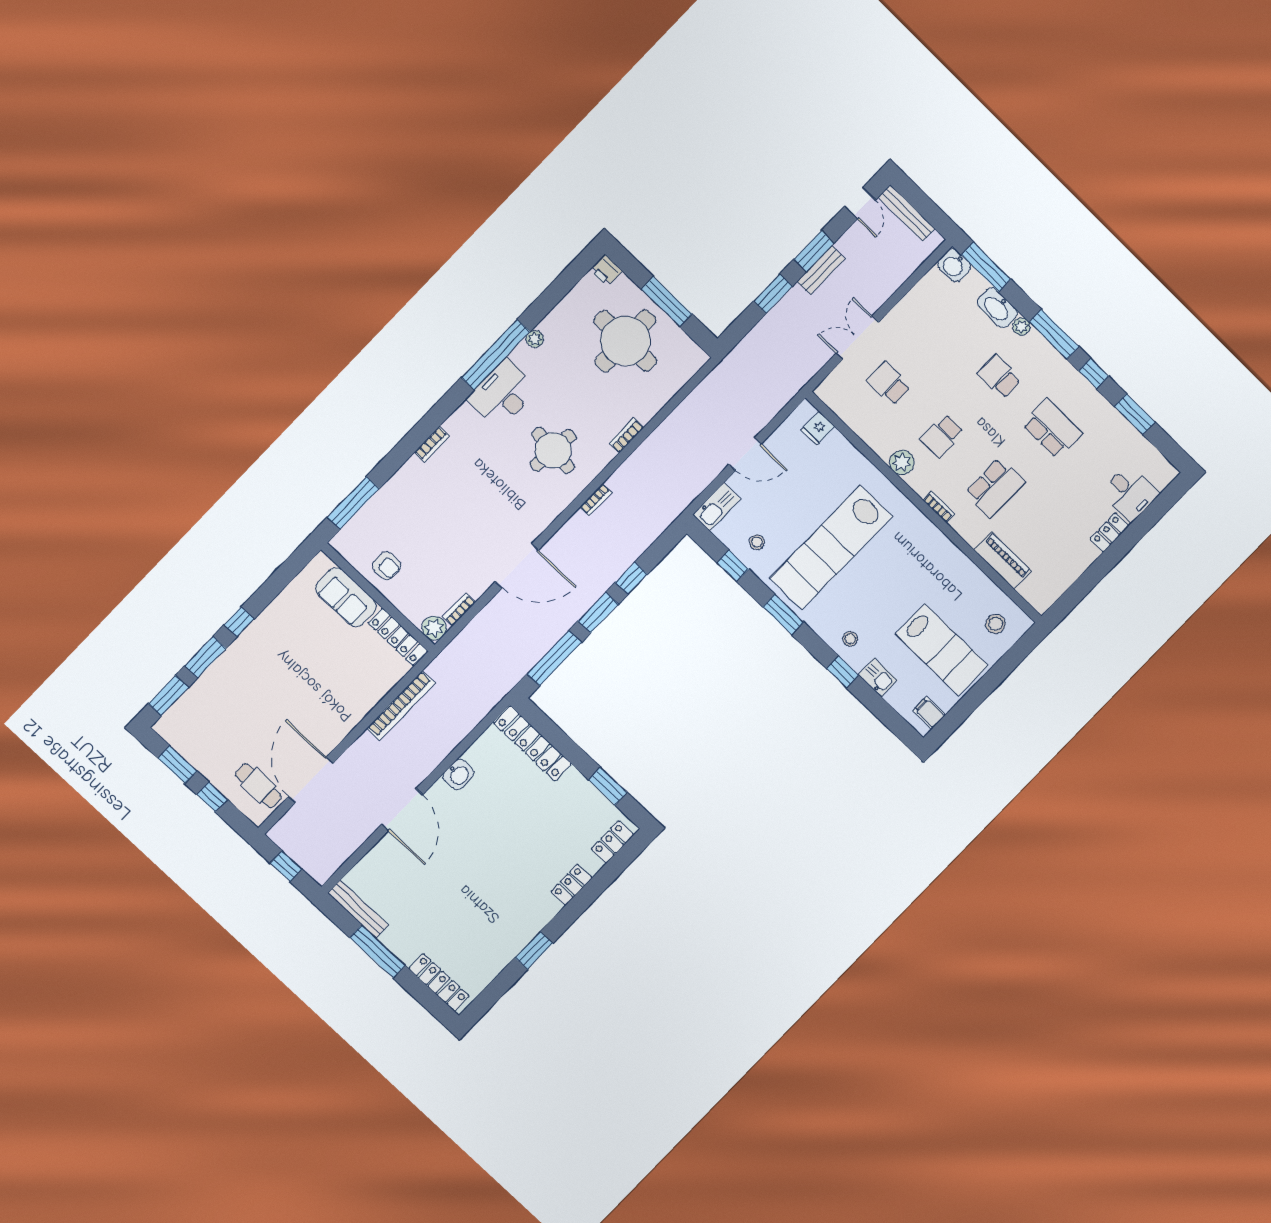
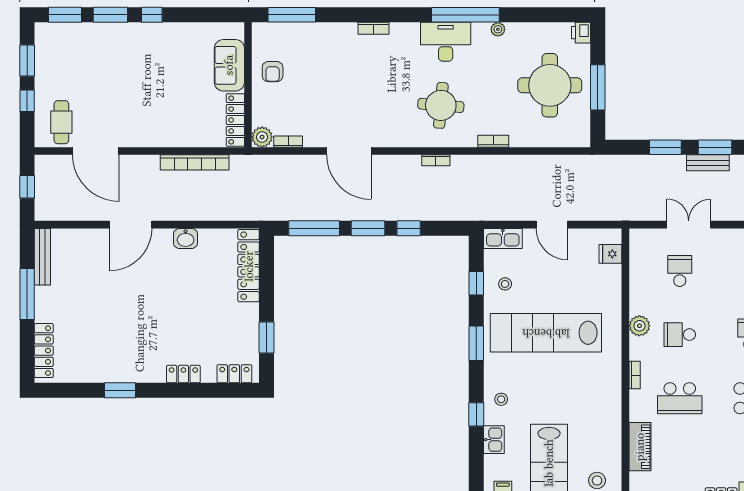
door: (311, 780) -> (96, 151), swing flipped

